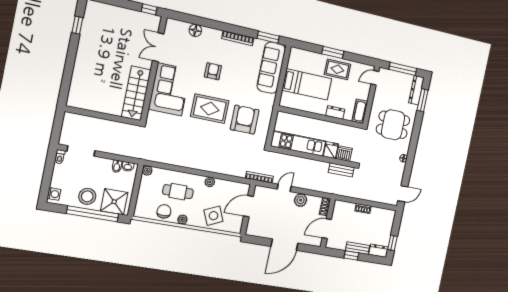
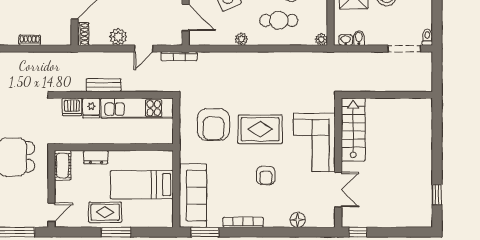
bench: (341, 170) -> (104, 85), moved
door: (248, 206) -> (186, 17), hinge flipped

